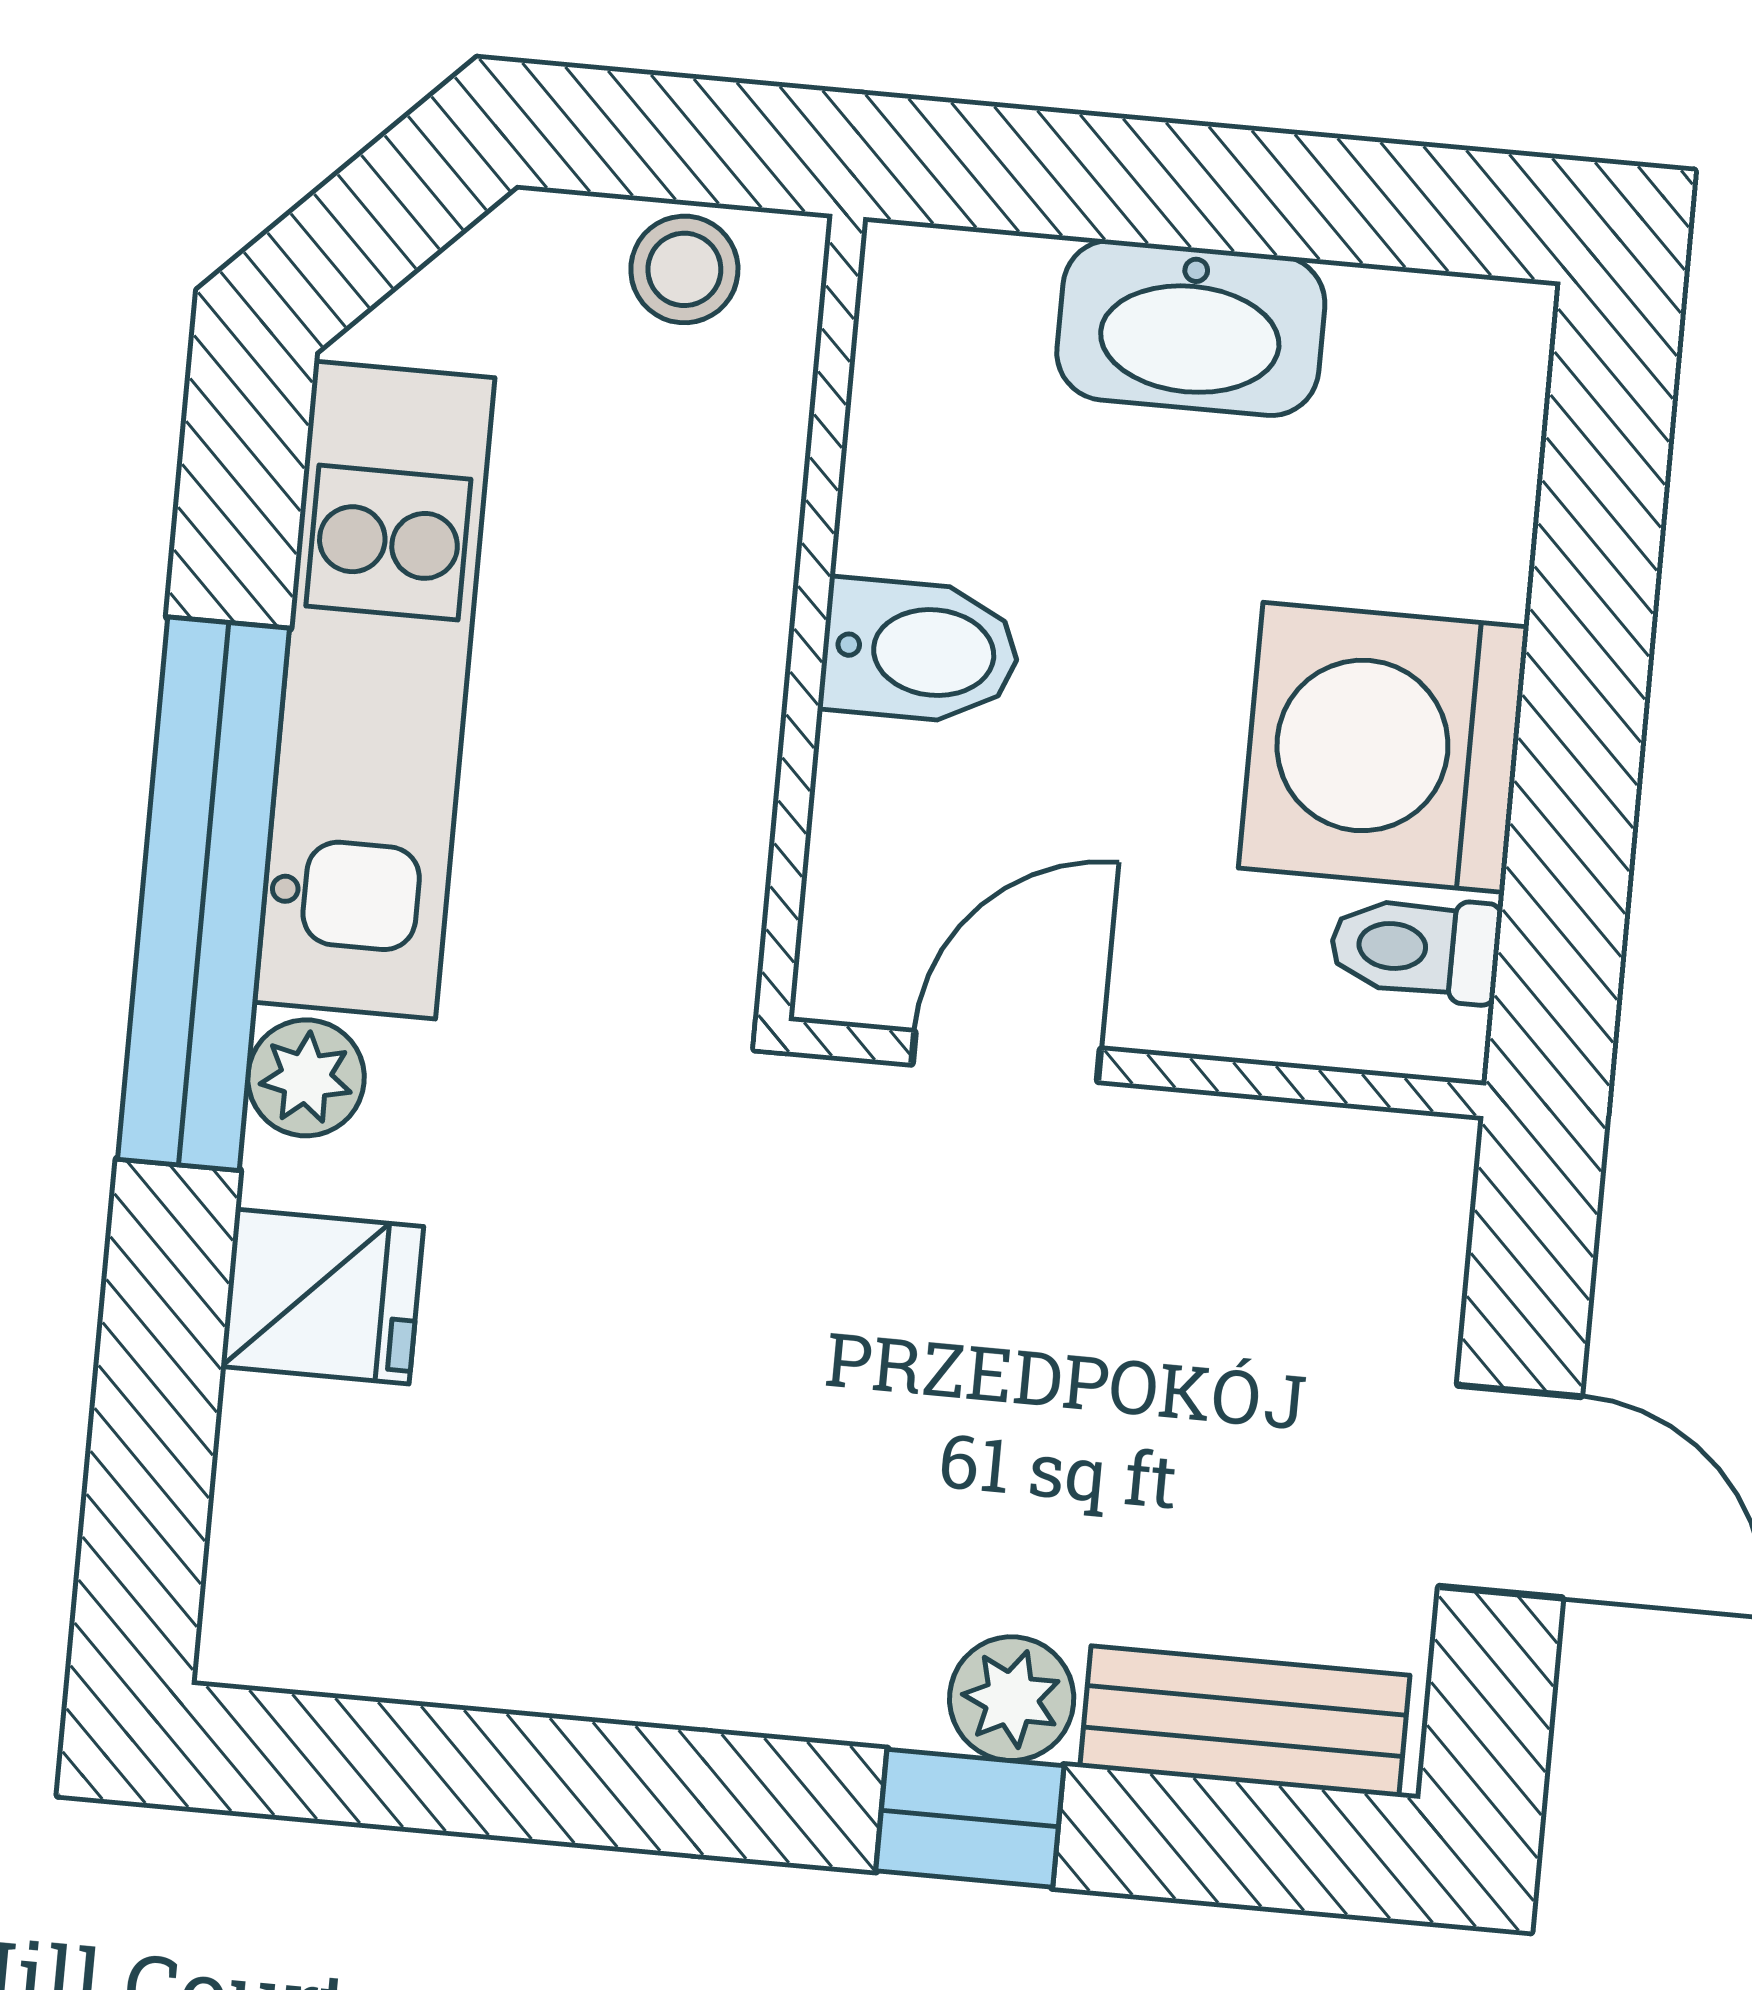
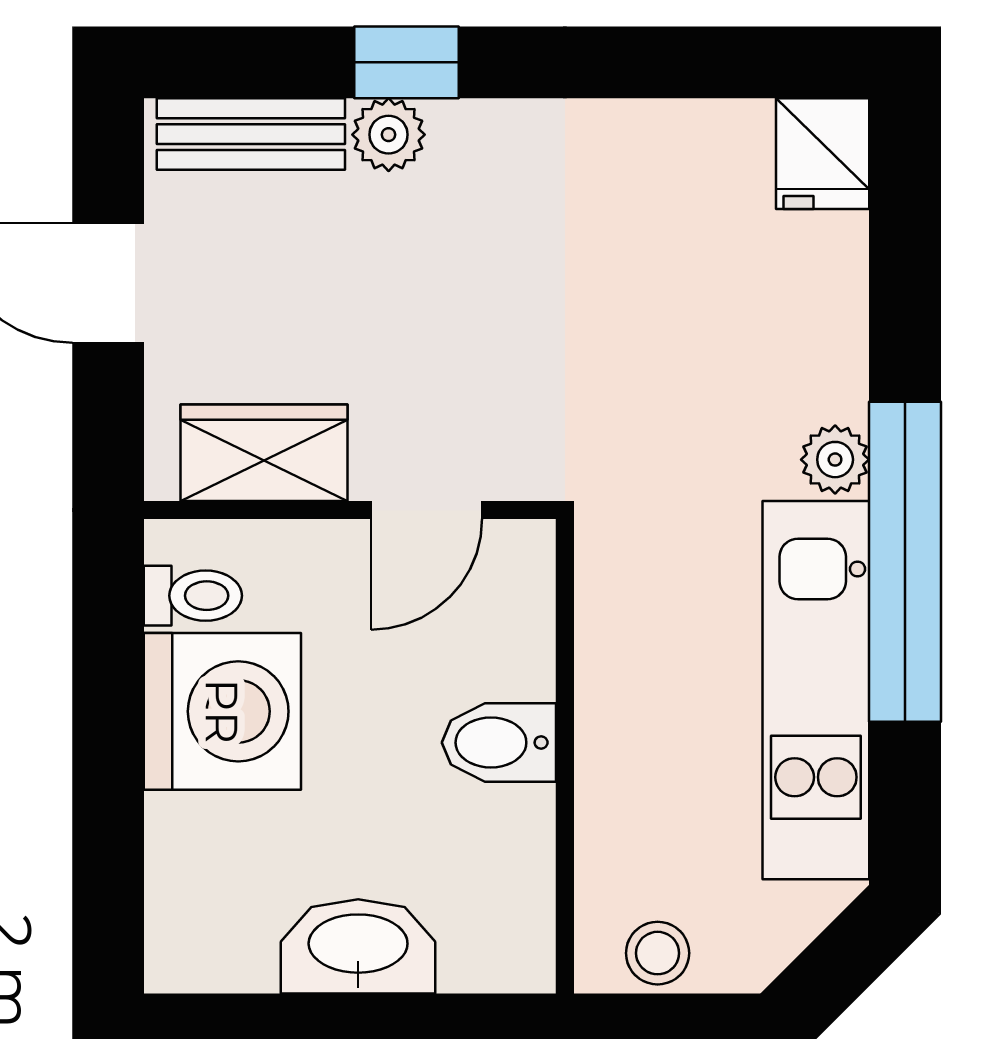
wardrobe: (1273, 1179) -> (264, 453), added
fridge: (322, 1297) -> (823, 154), moved, turned -90

